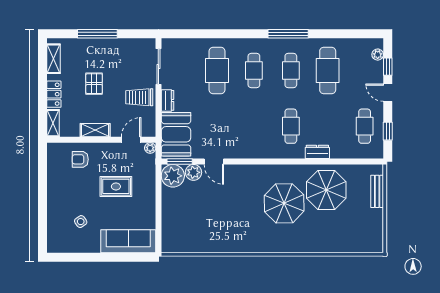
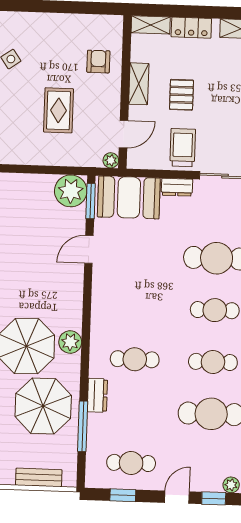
pallet: (94, 84) -> (181, 95), moved, turned 90
door: (131, 140) -> (124, 134), hinge flipped
window: (340, 161) -> (83, 426), added
plant: (193, 172) -> (70, 342), moved

